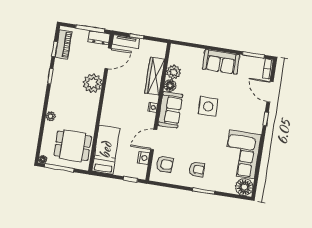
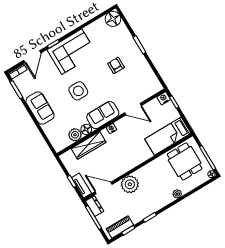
corner sofa: (242, 154) -> (72, 52), moved
nightstand: (143, 158) -> (164, 98), moved
armchair: (165, 164) -> (144, 87), removed
armchair: (197, 169) -> (116, 65), moved

